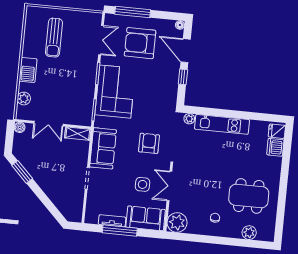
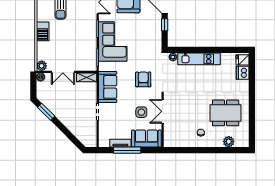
plant: (24, 99) -> (42, 66), moved
plant: (177, 222) -> (171, 139), removed

